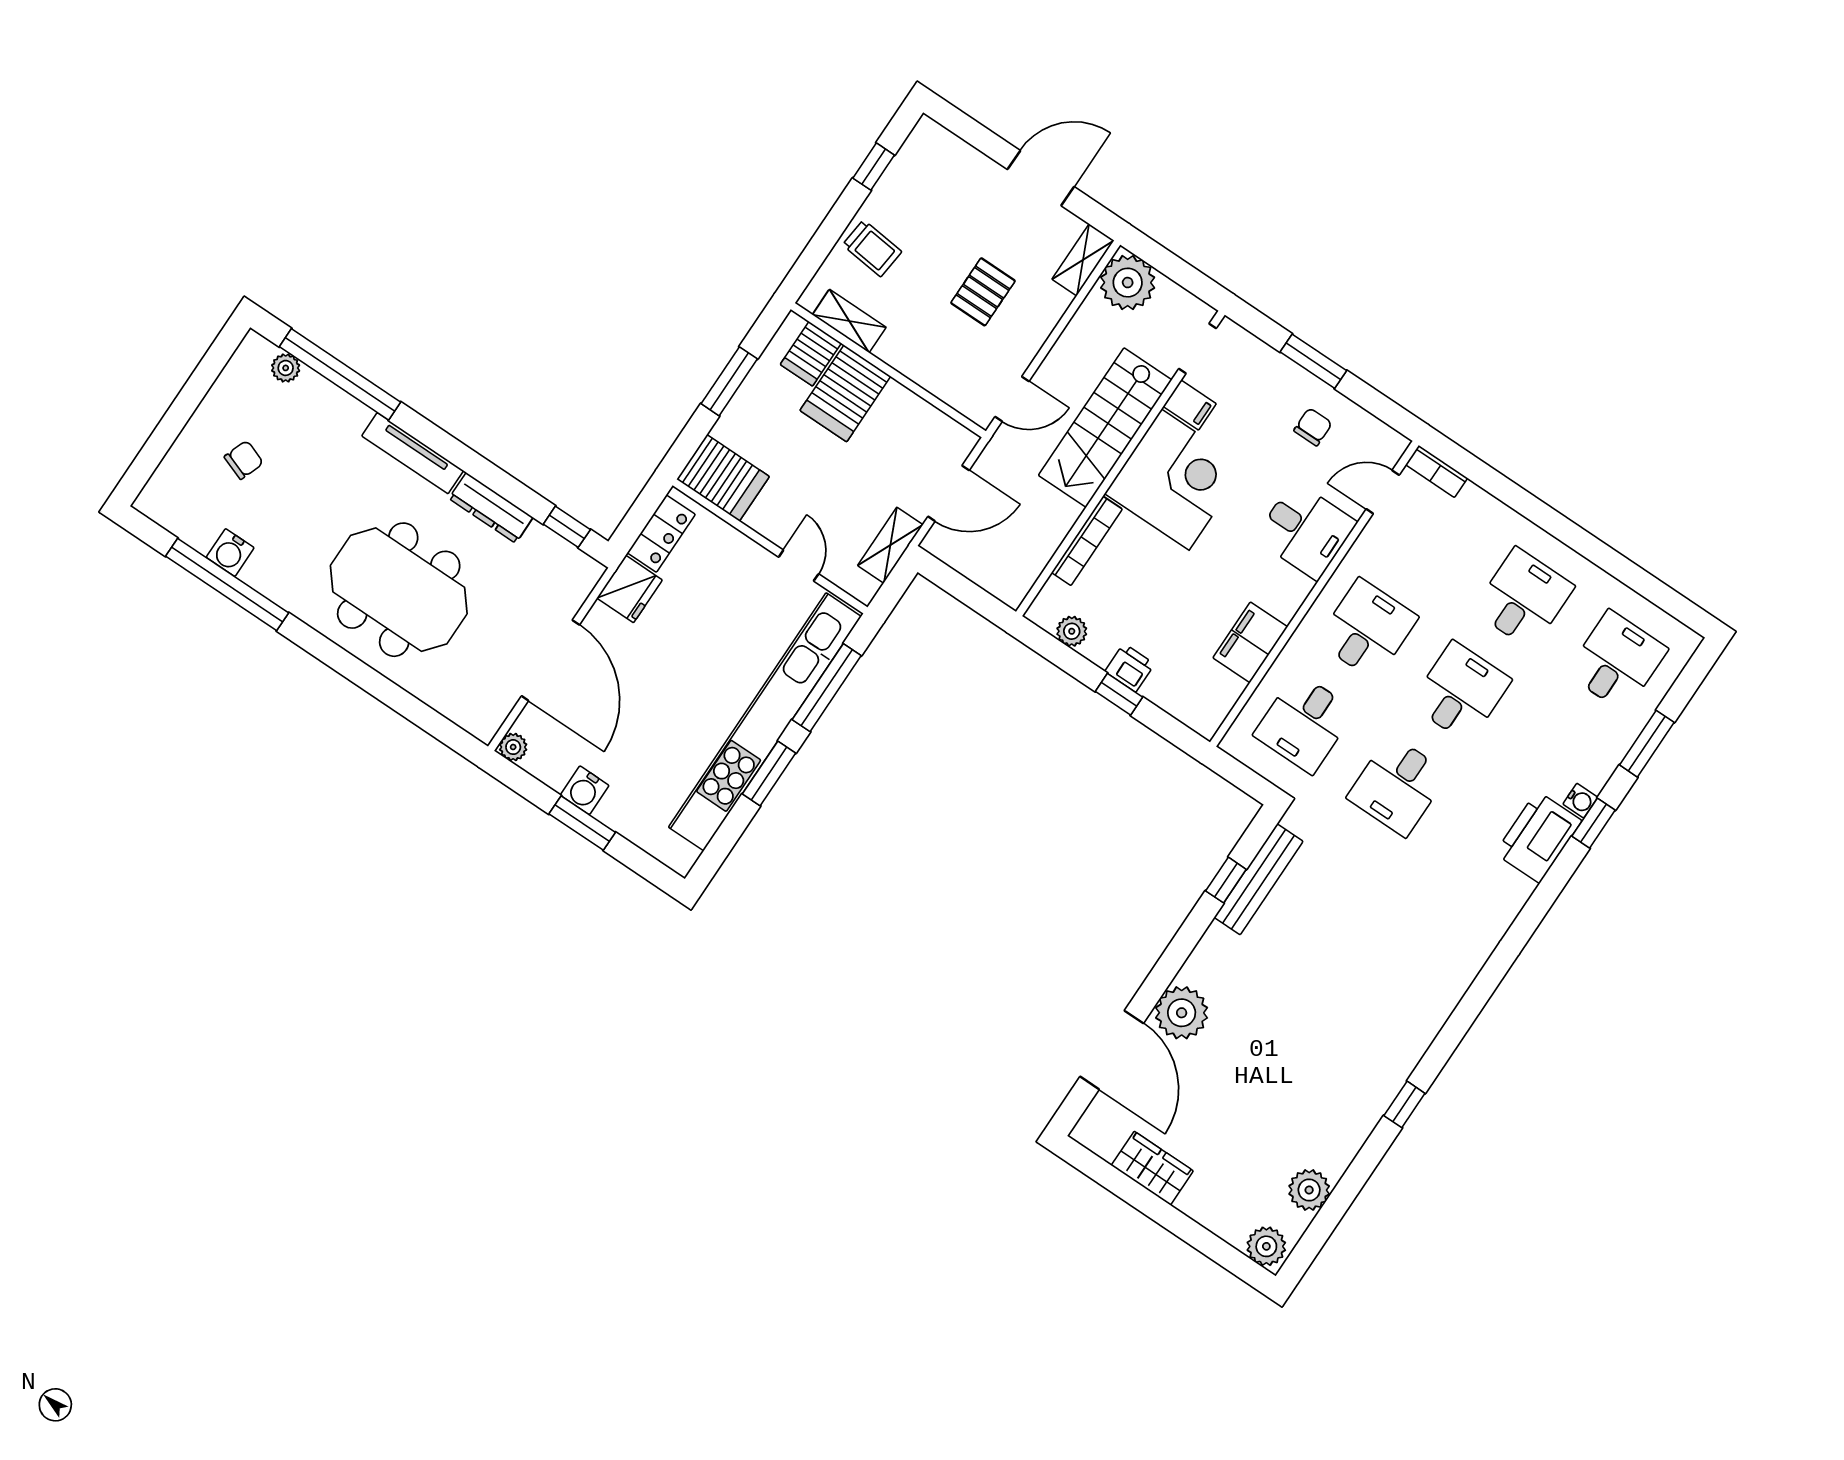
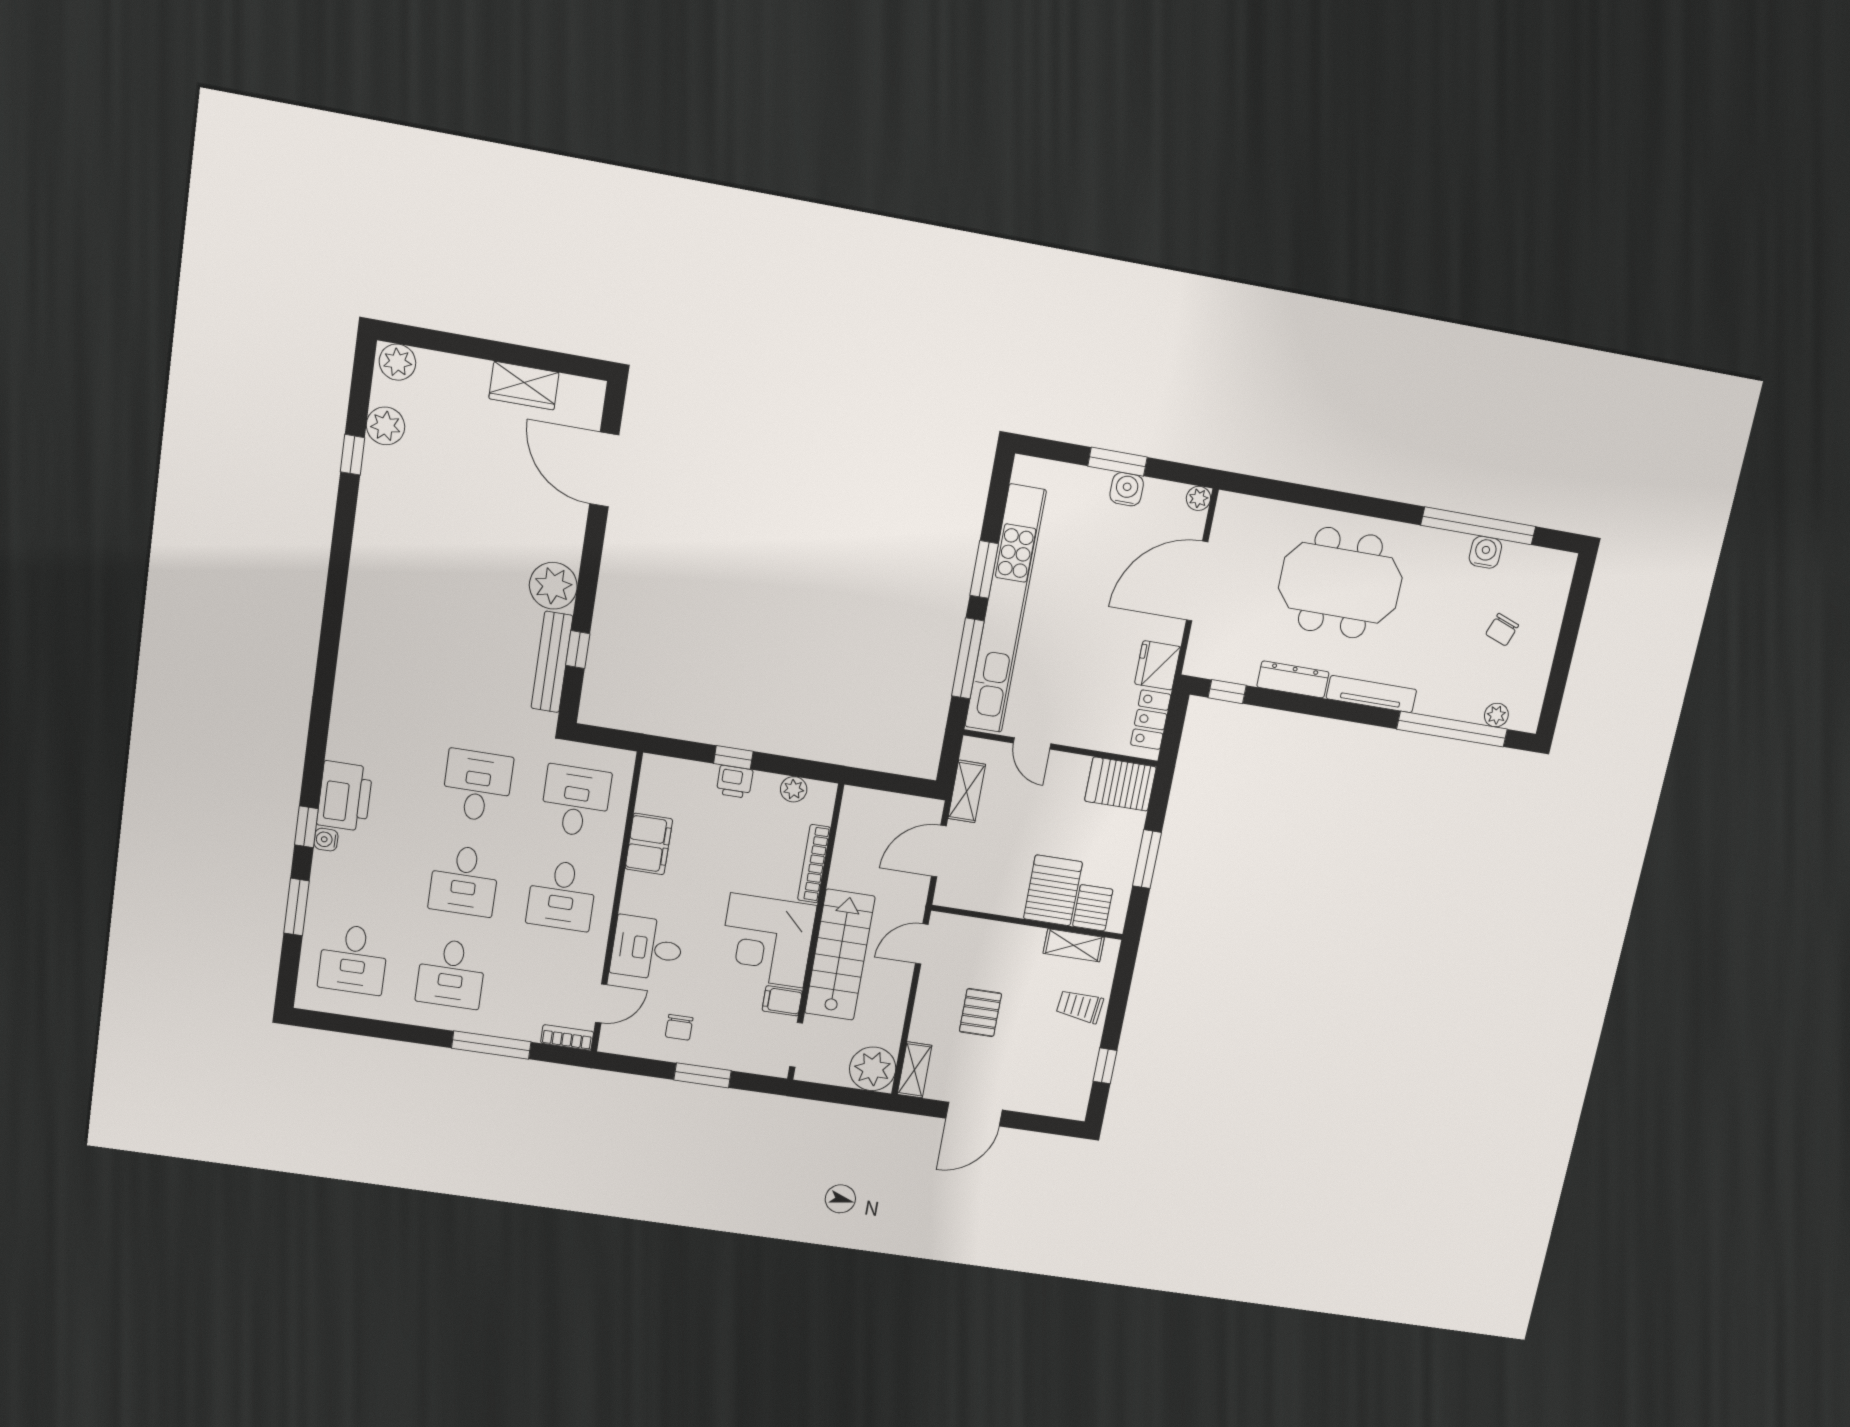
window: (1520, 500) -> (491, 1045), added
door: (550, 660) -> (1197, 581), hinge flipped
plant: (1182, 1013) -> (553, 586), moved
window: (1404, 1104) -> (352, 455), moved

